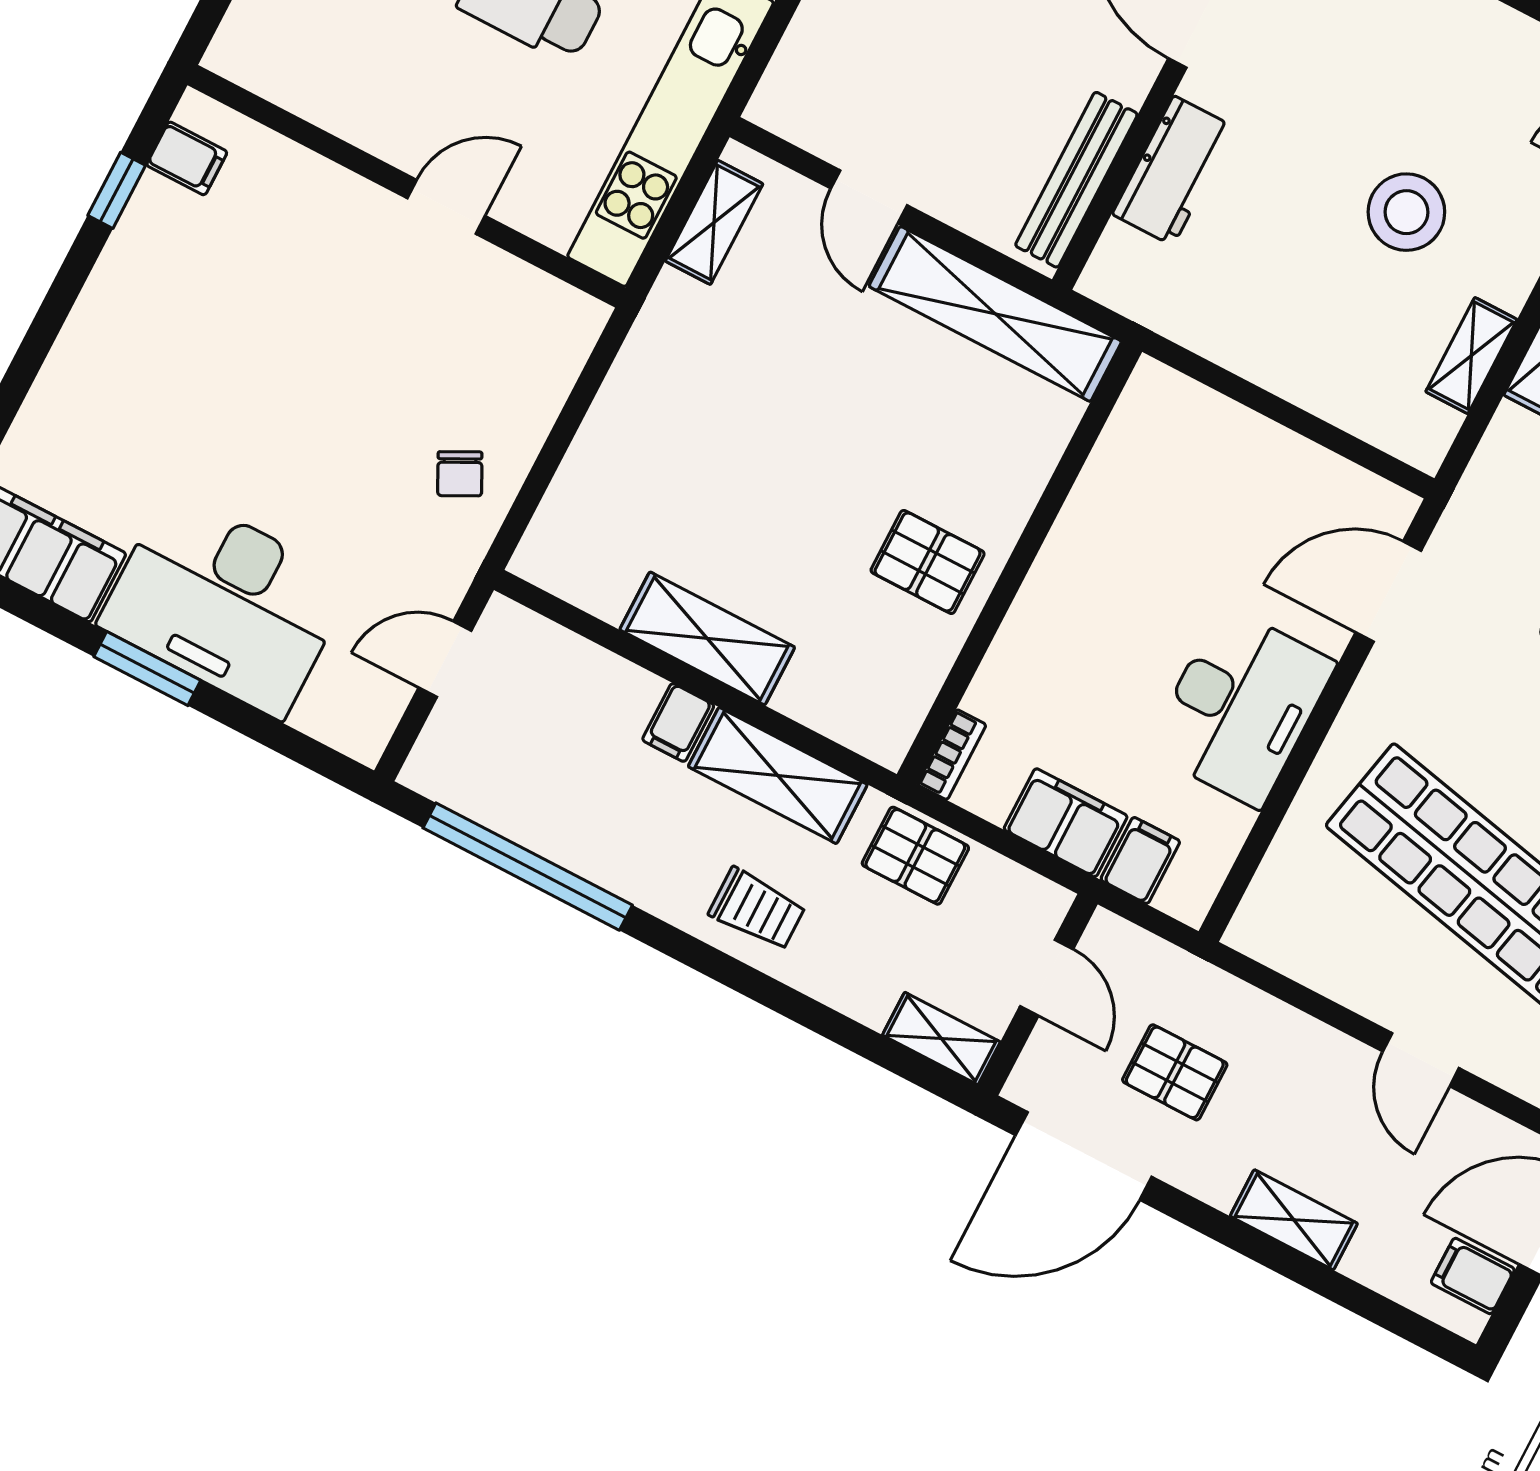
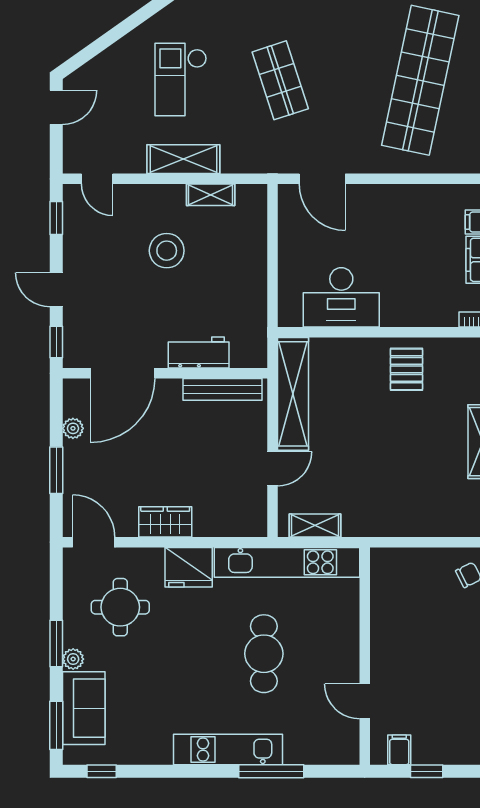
door: (446, 207) -> (365, 701), moved
desk: (1241, 707) -> (341, 297), moved, turned 180

